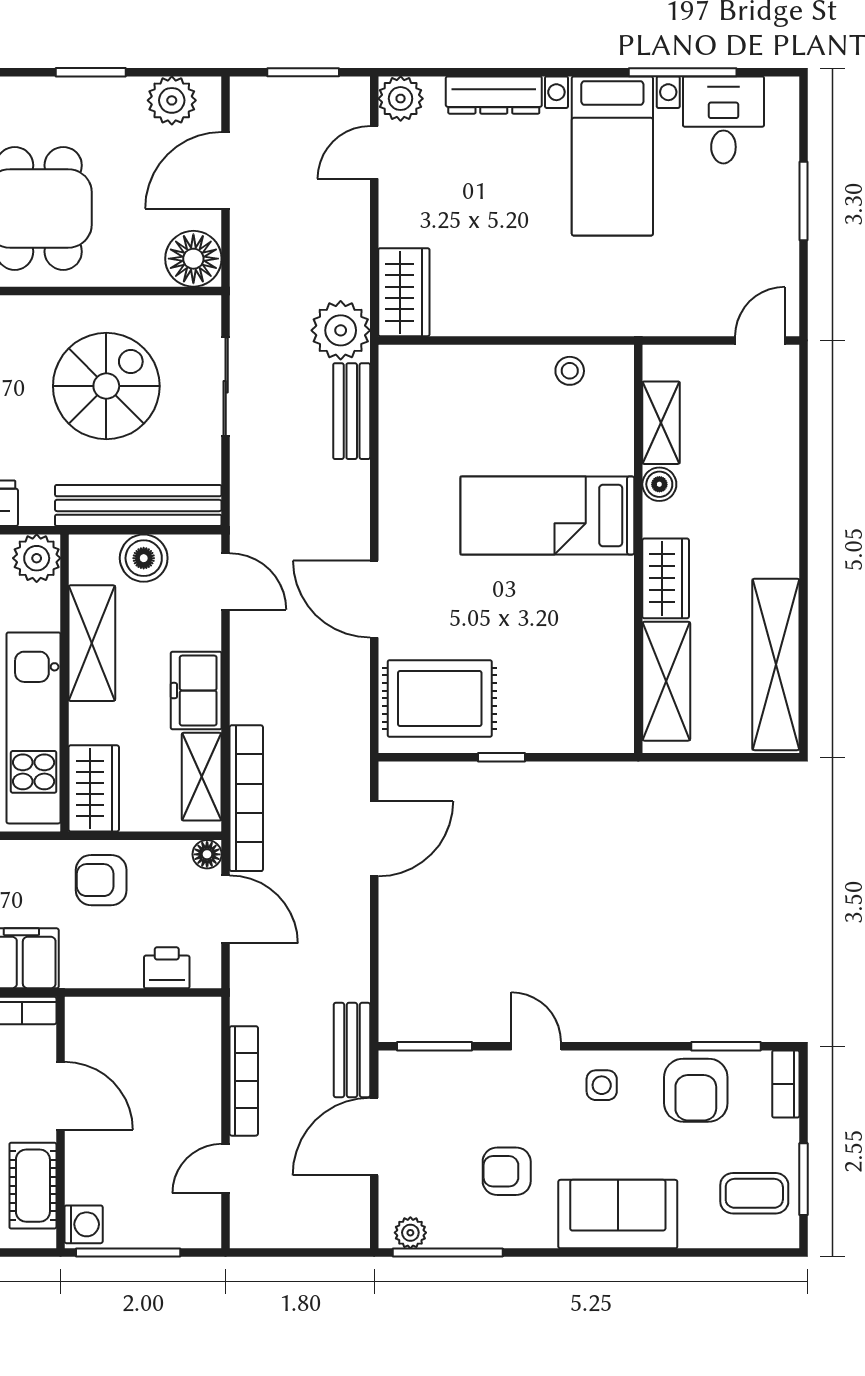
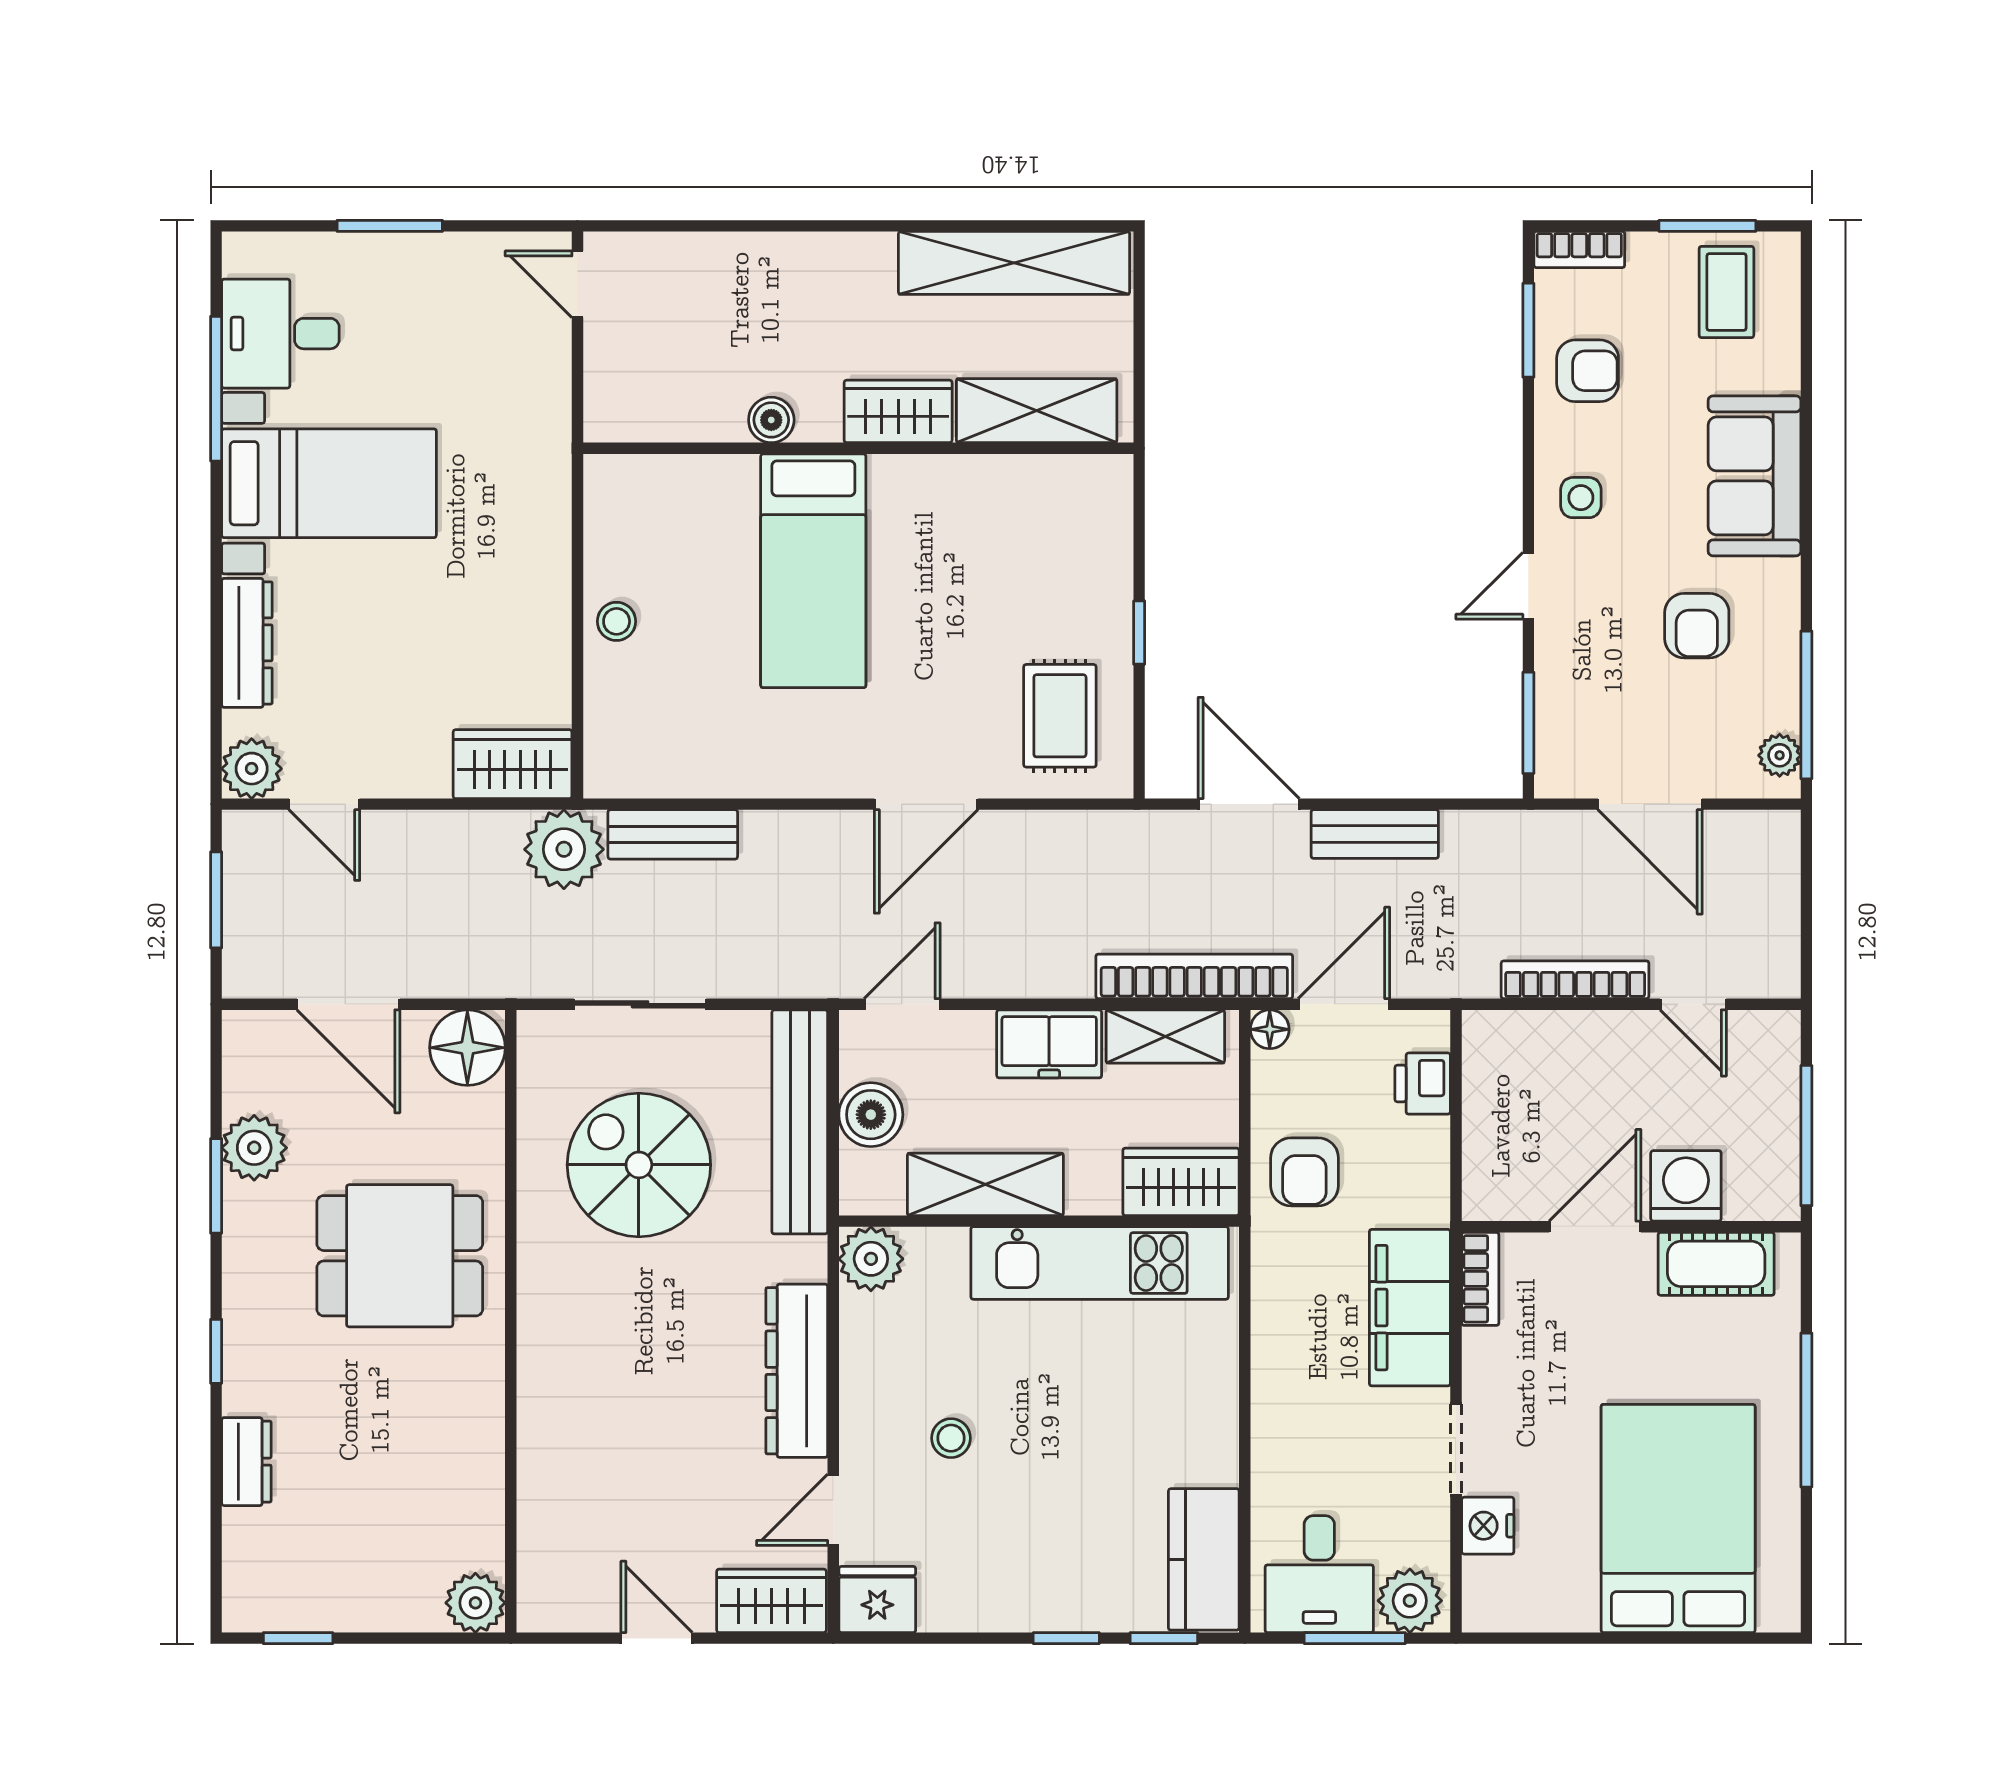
plant: (172, 100) -> (254, 1148), moved
stool: (570, 371) -> (617, 621), moved
shelving: (661, 423) -> (688, 418), removed
rug: (440, 698) -> (1060, 716), width x0.73, depth x0.70
bench: (352, 1050) -> (1375, 834), moved
armchair: (696, 1090) -> (1588, 371), width x0.72, depth x0.72
washing machine: (84, 1224) -> (1686, 1186), moved, width x1.38, depth x1.38

